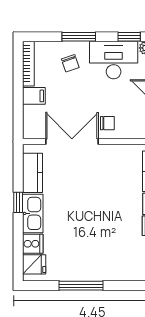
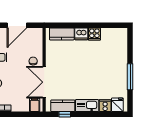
filing cabinet: (34, 96) -> (35, 105), moved
window: (18, 202) -> (65, 114), moved

